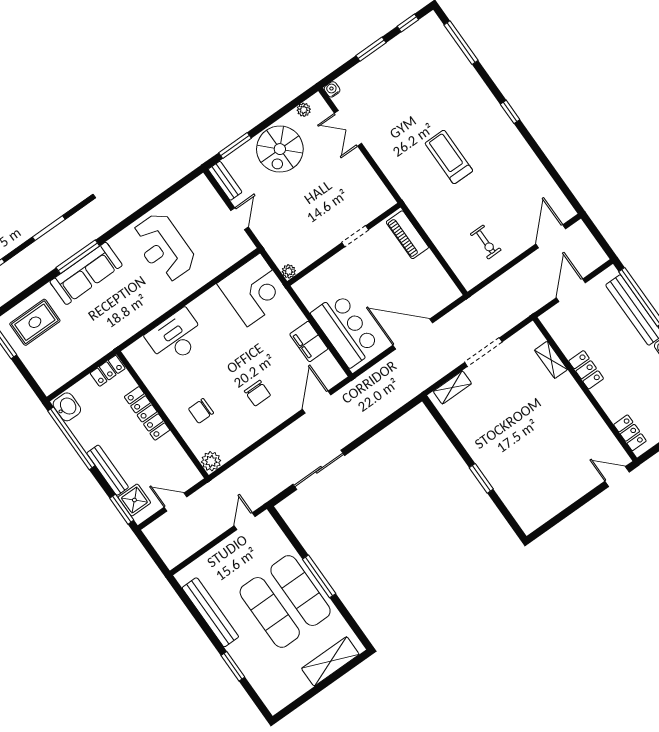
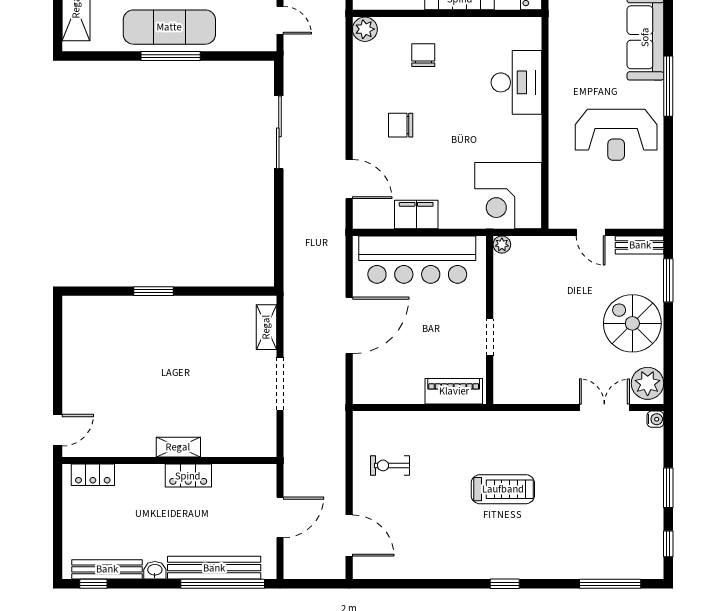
plant: (304, 110) -> (648, 383), width x1.88, depth x1.88
reception desk: (164, 247) -> (616, 135), turned 180
window: (78, 257) -> (668, 86), moved
door: (571, 290) -> (280, 517), hinge flipped
bar counter: (345, 330) -> (417, 260), width x1.36
shelving: (551, 360) -> (178, 447), moved

